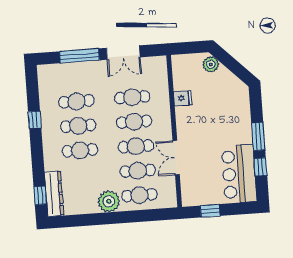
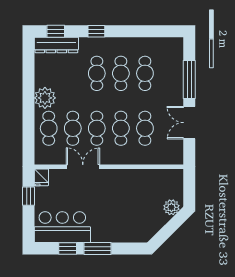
fridge: (183, 98) -> (41, 177), moved
window: (35, 120) -> (96, 31), moved

